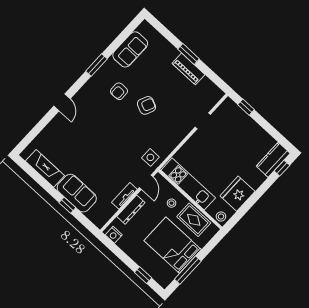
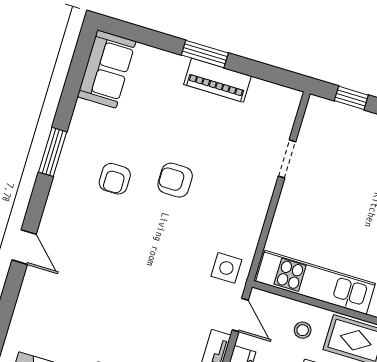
sofa: (130, 49) -> (107, 69), moved
armchair: (146, 105) -> (175, 180), turned -114

